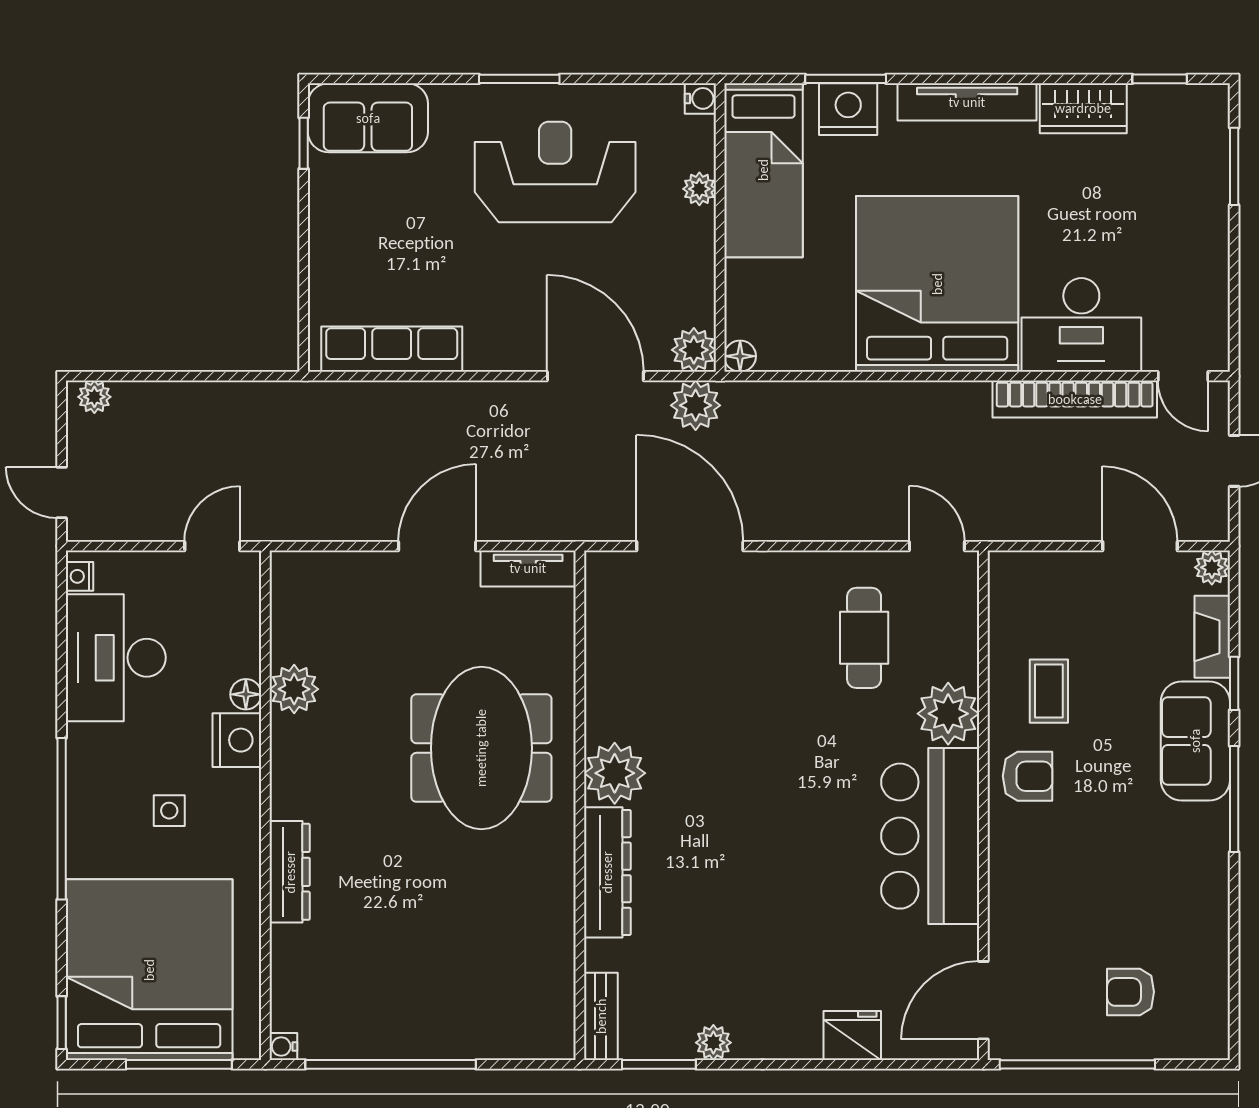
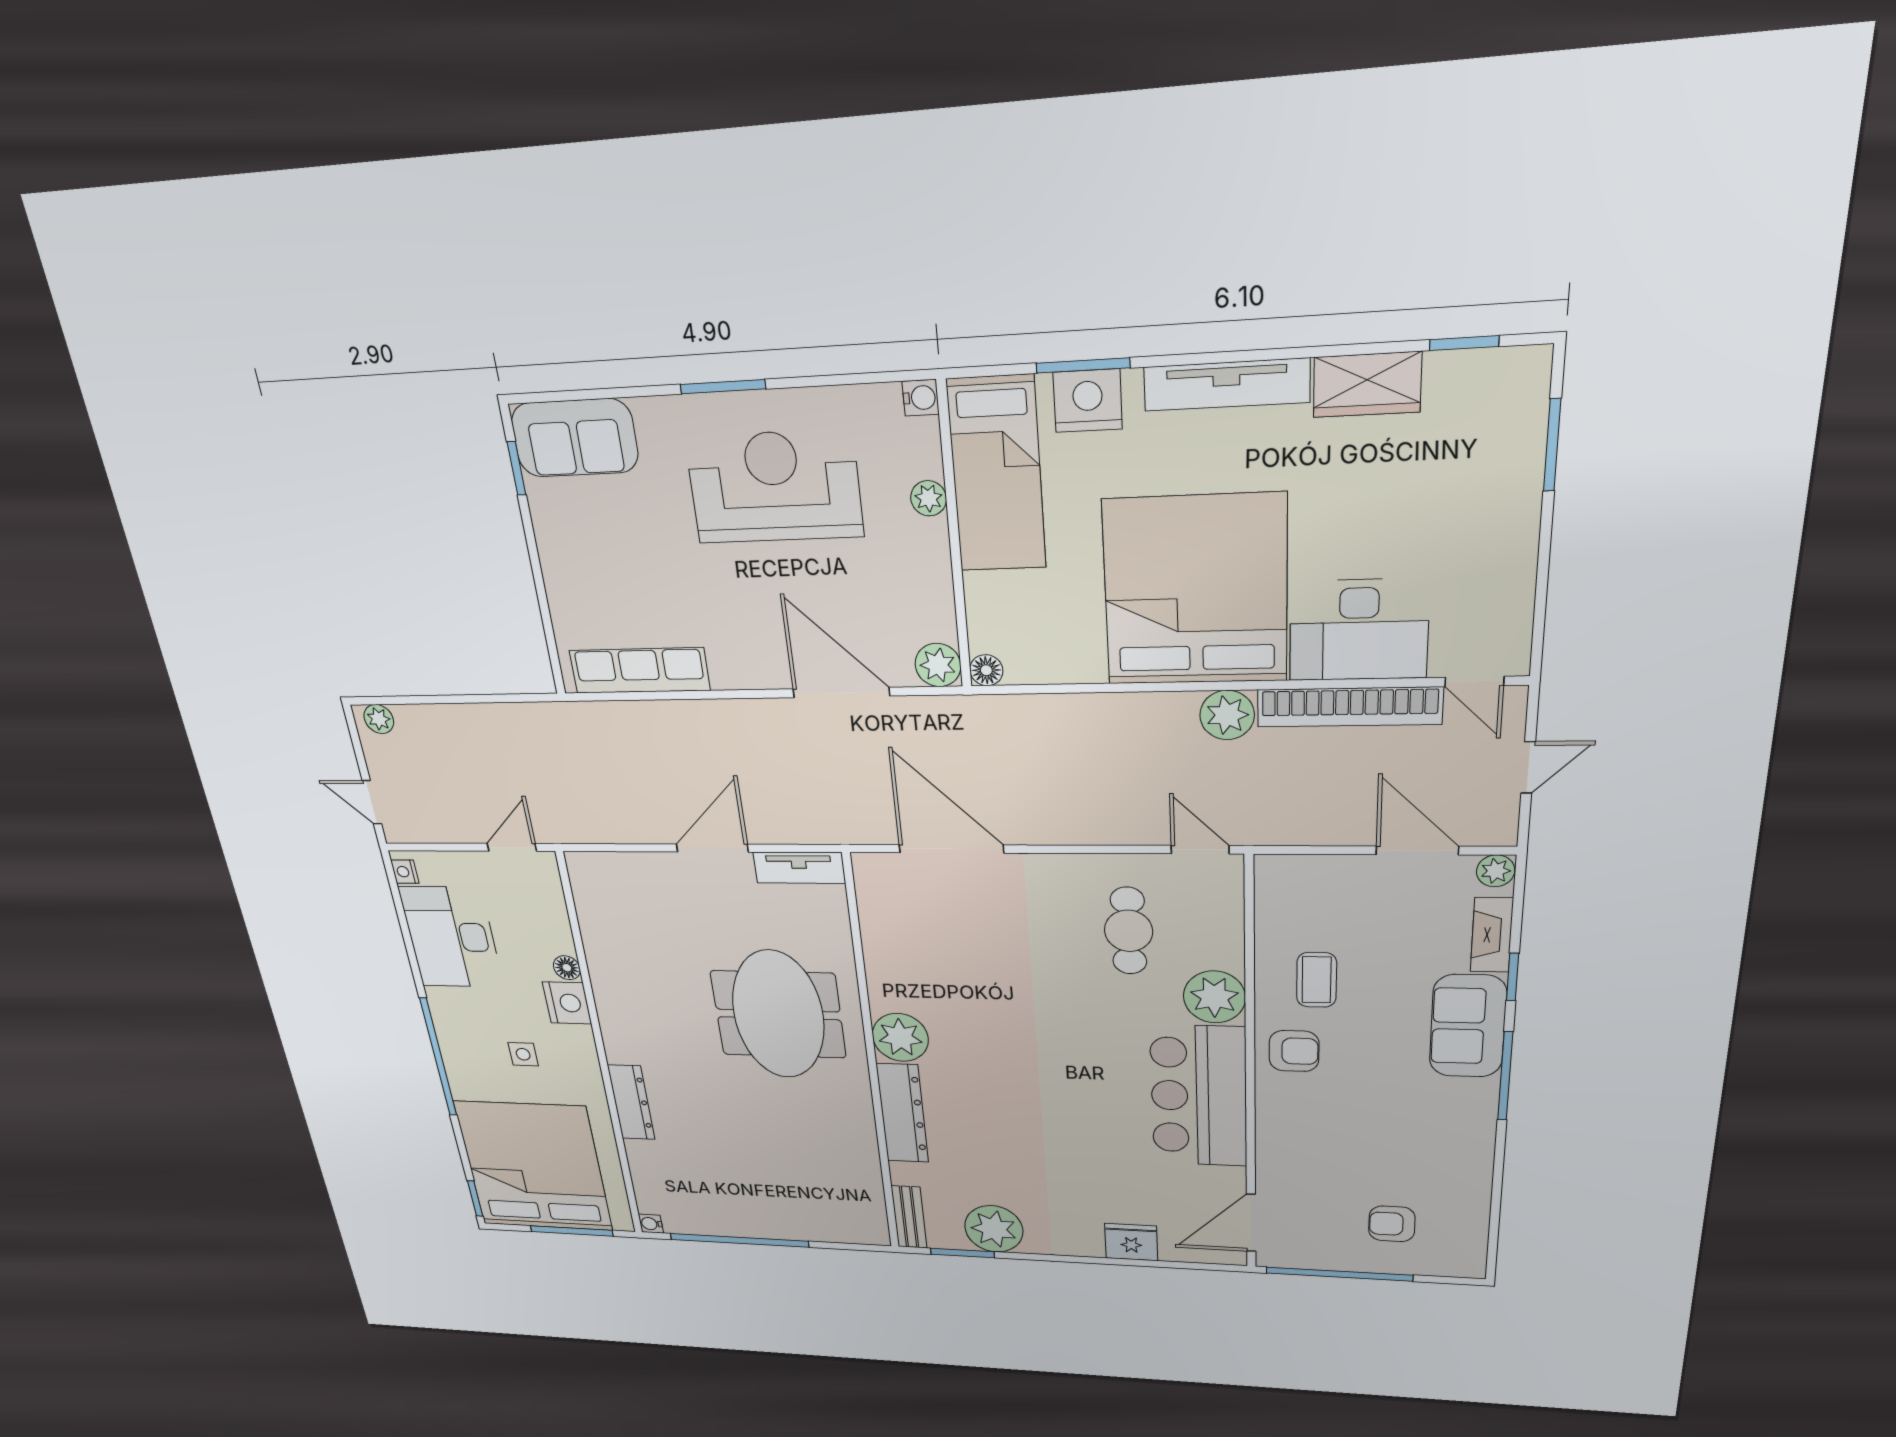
plant: (696, 405) -> (1227, 715), moved
plant: (294, 689) -> (607, 964), removed
plant: (713, 1043) -> (994, 1229), width x1.88, depth x1.88

